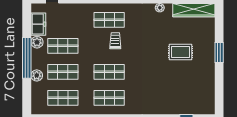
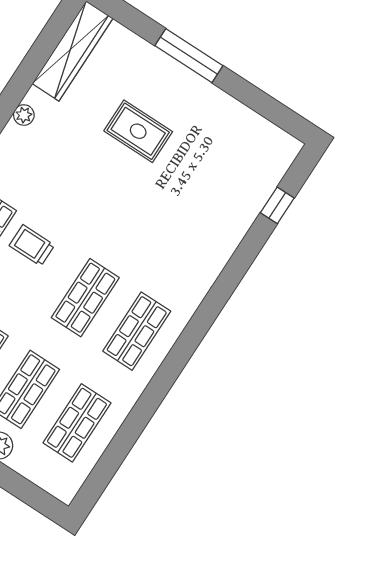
rug: (180, 52) -> (138, 131), turned 90
window: (219, 53) -> (189, 56), width x1.44

